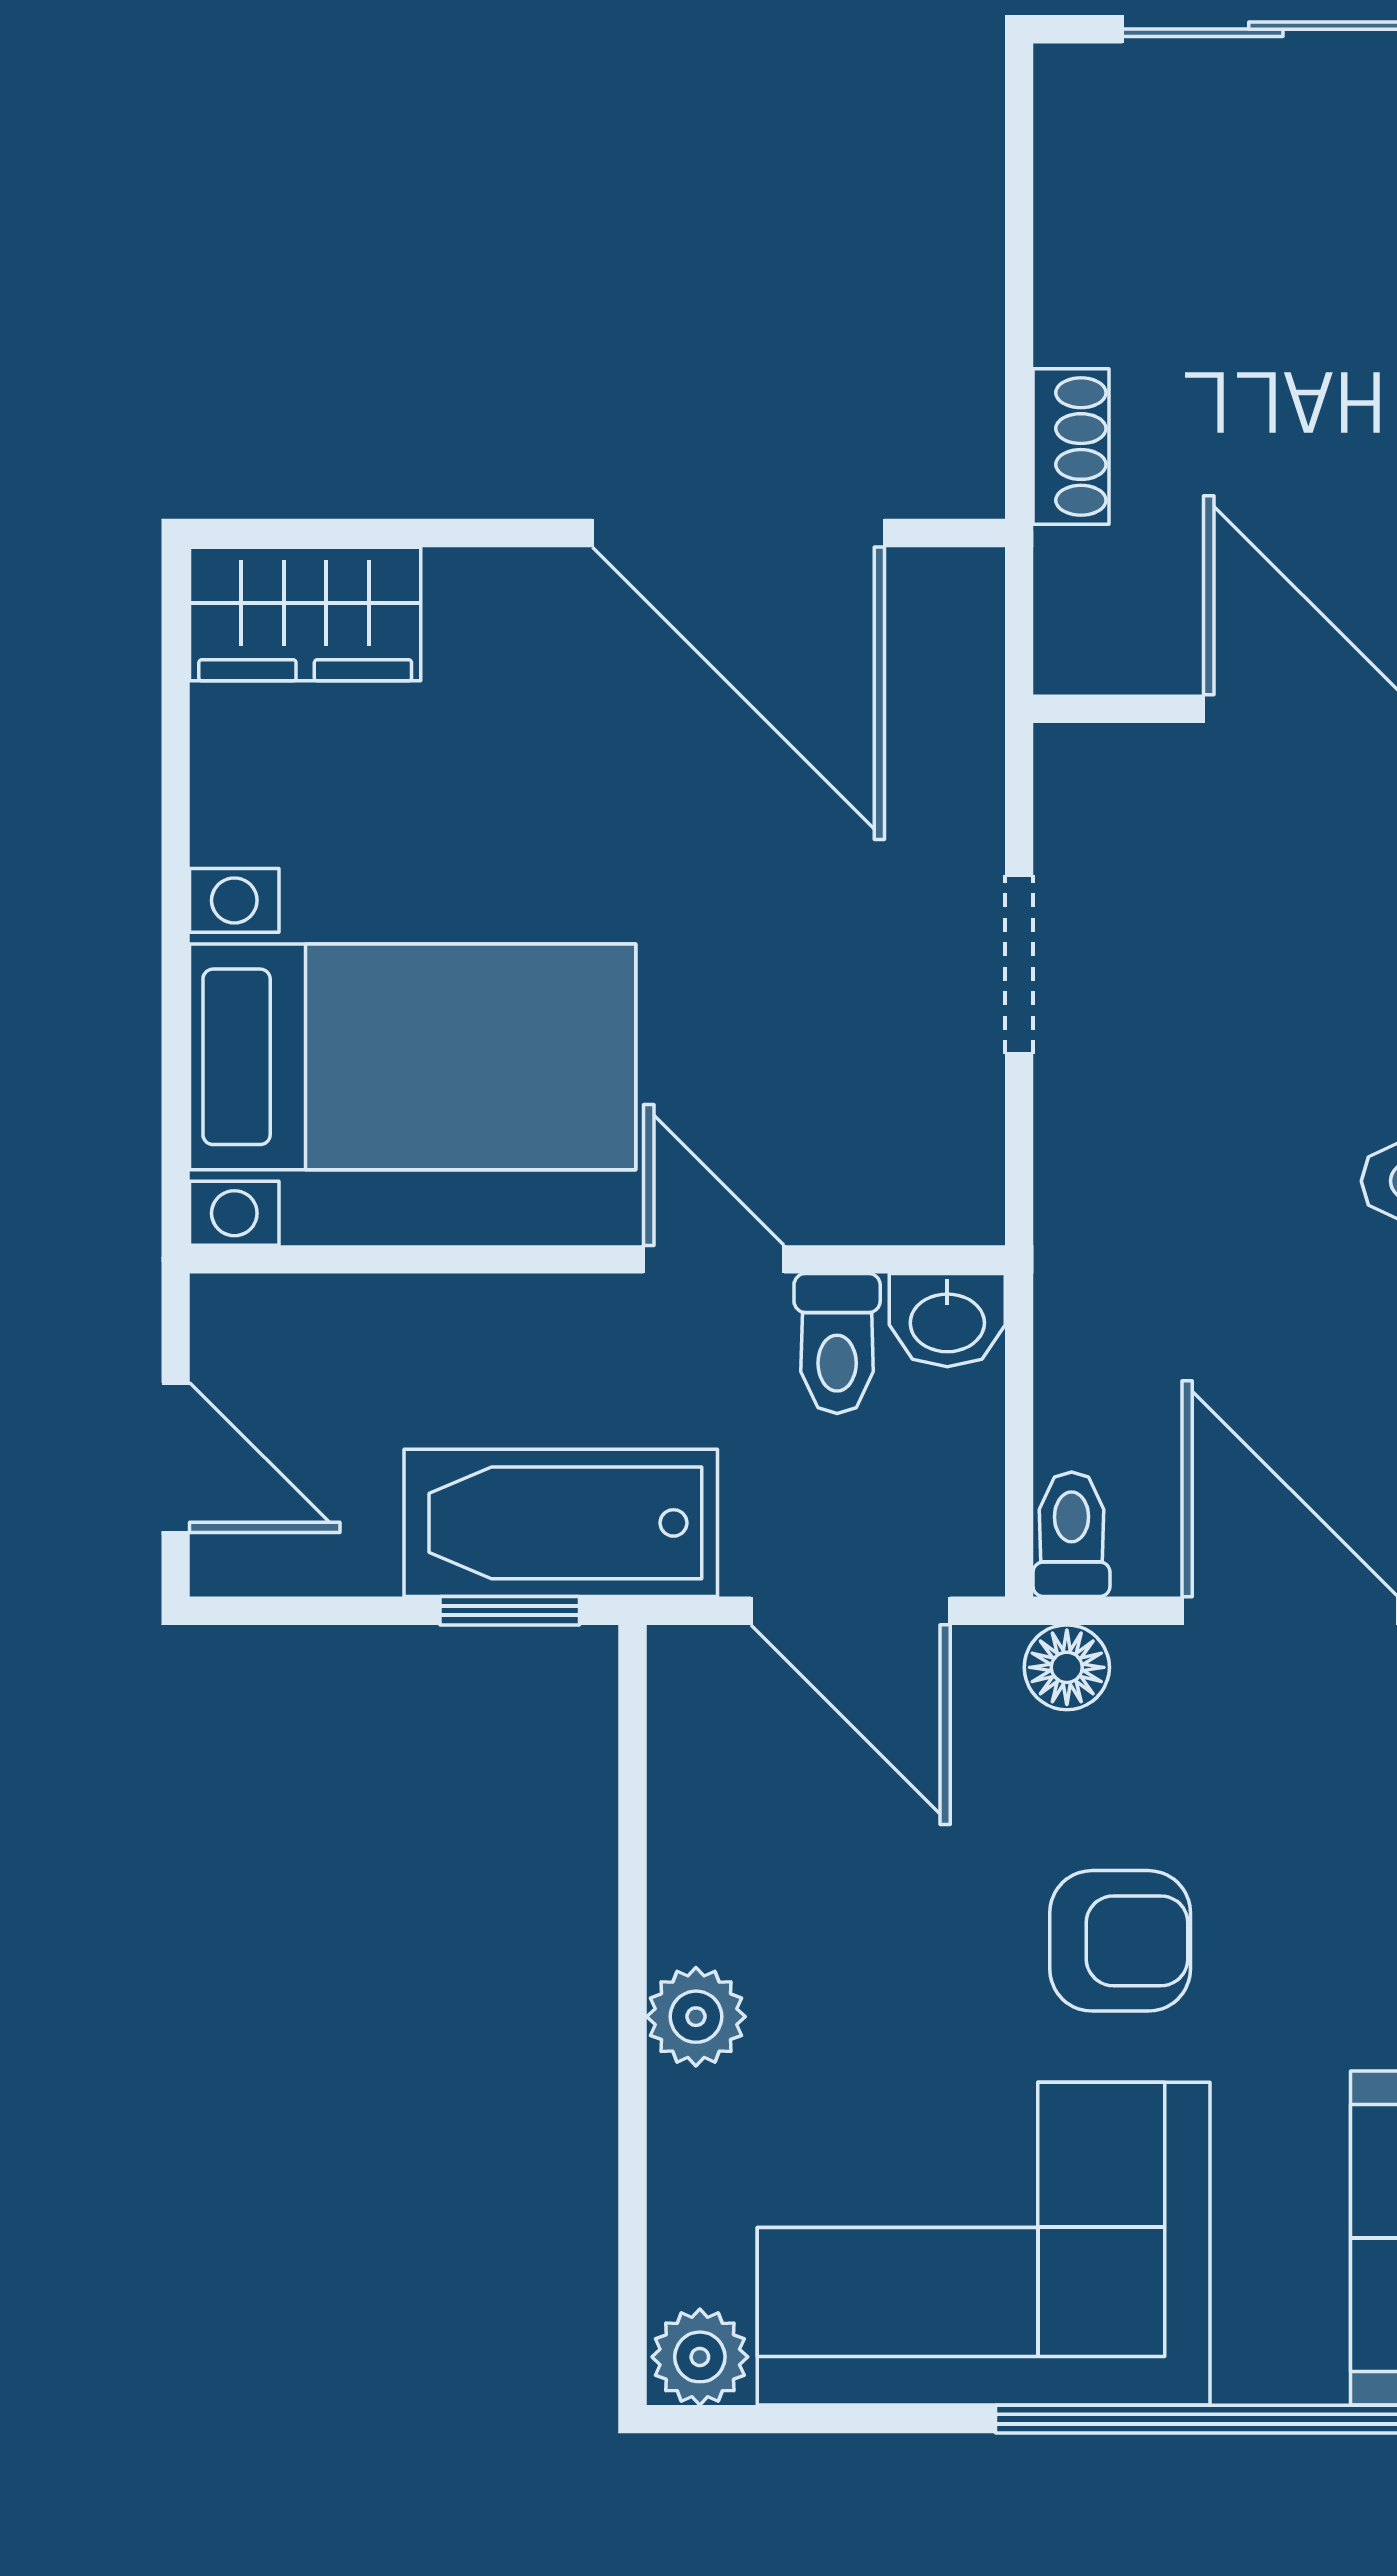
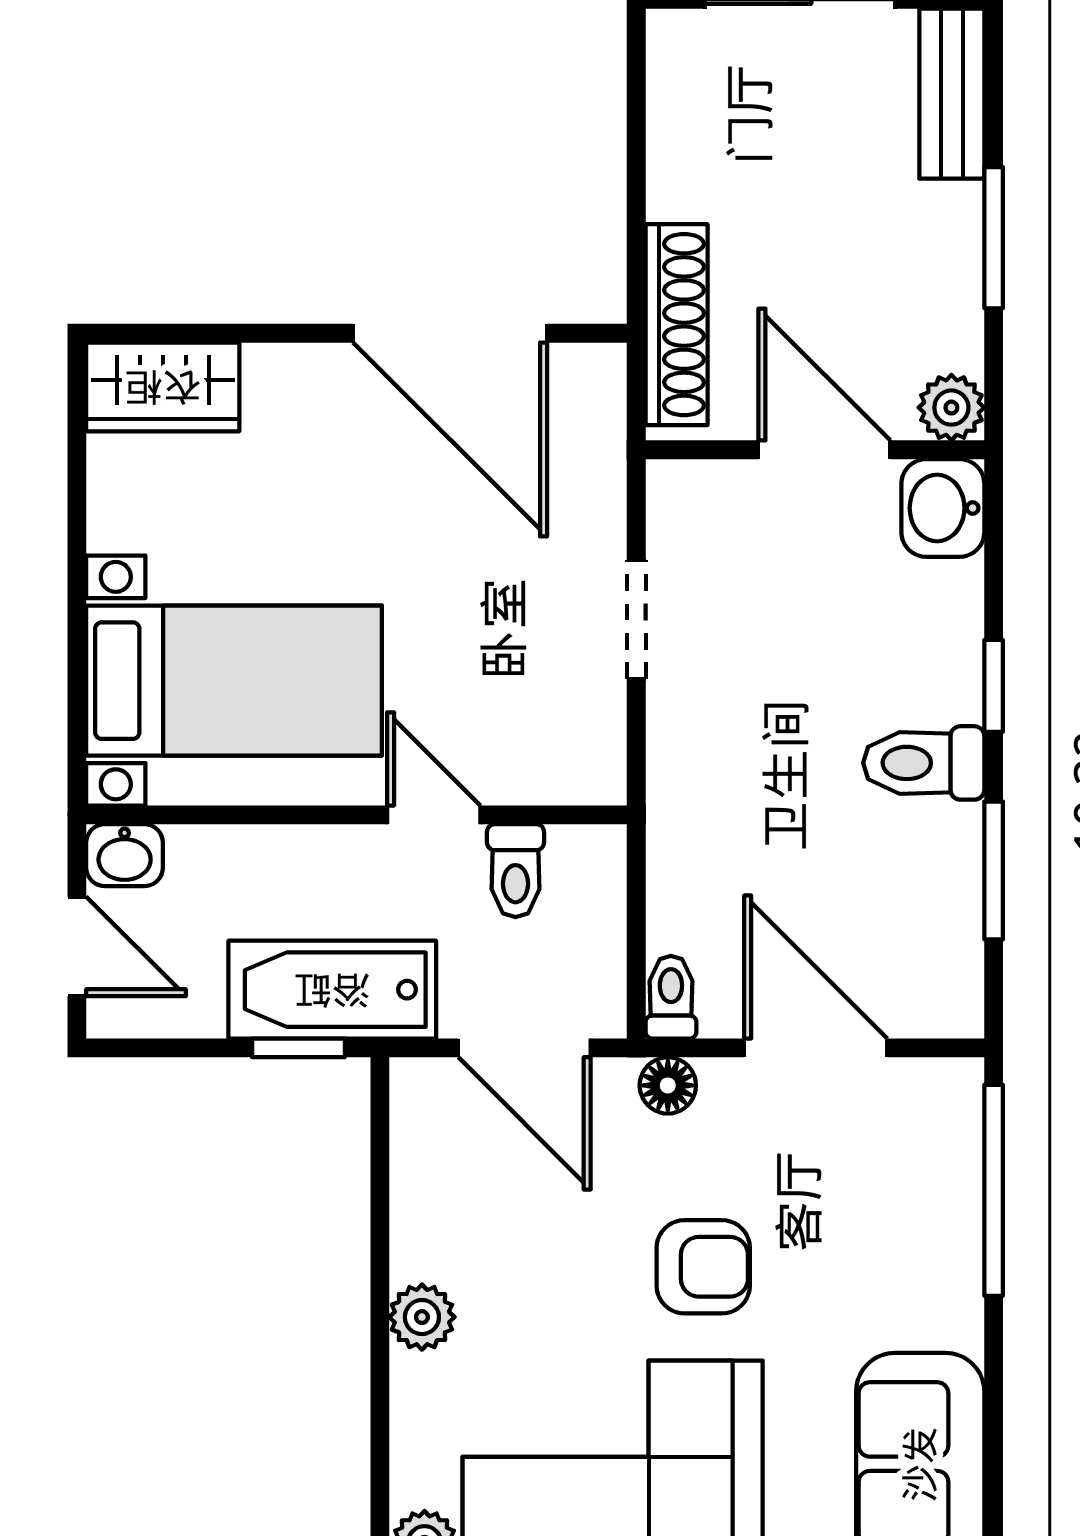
shoe rack: (1071, 447) -> (677, 325), width x1.94, depth x1.24
washbasin: (947, 1320) -> (125, 855), moved

